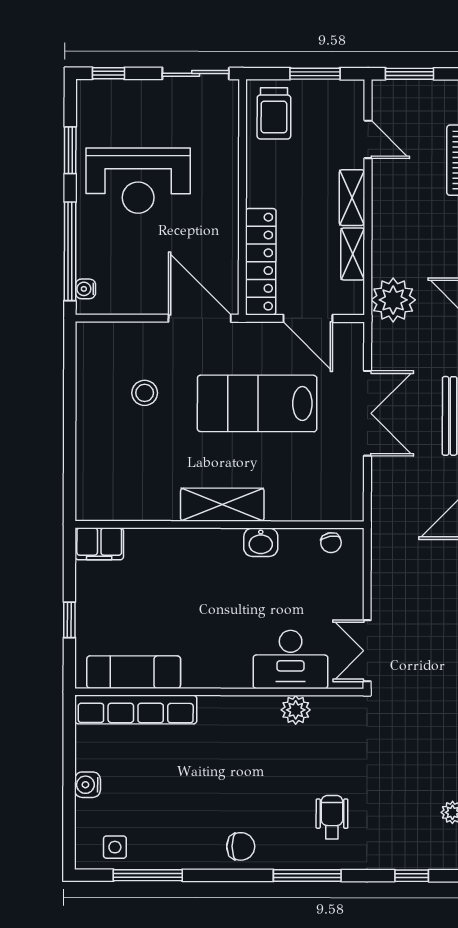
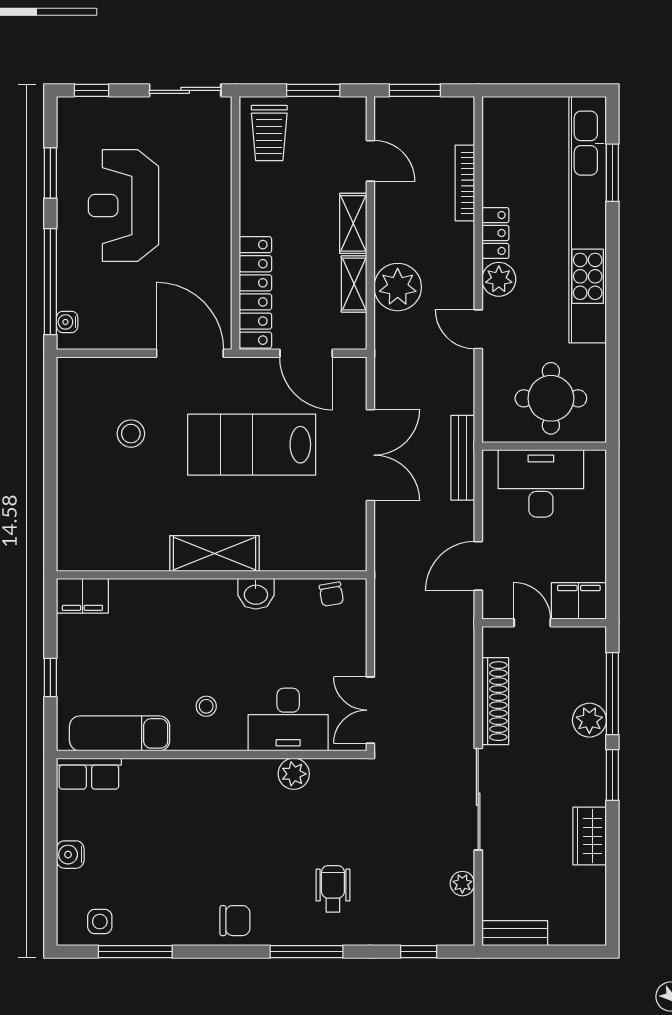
reception desk: (138, 181) -> (123, 206), turned 90
plant: (393, 300) -> (398, 287), moved
stool: (214, 647) -> (206, 706), added
row of seats: (136, 710) -> (89, 774), width x0.50

